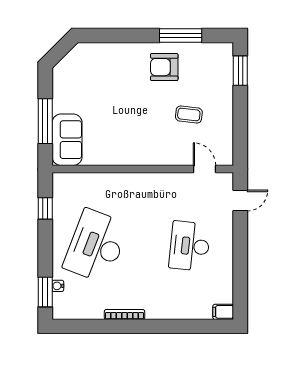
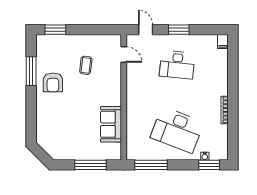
sofa: (67, 140) -> (111, 124), moved, turned -90
door: (204, 169) -> (124, 54), swing flipped
window: (45, 208) -> (151, 165), width x2.17
window: (240, 248) -> (179, 30), added

